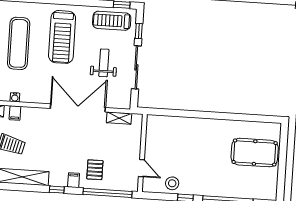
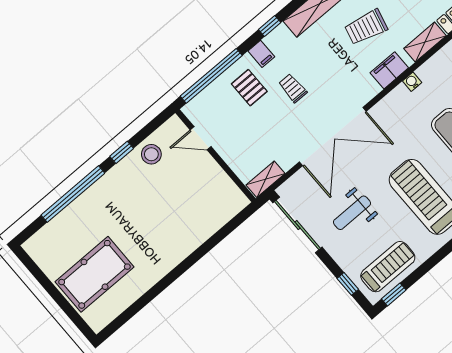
weight bench: (104, 63) -> (352, 213), turned 90
sliding door: (136, 67) -> (298, 225), moved
filing cabinet: (15, 113) -> (389, 70), width x2.00
shelving: (119, 118) -> (265, 179), moved
trolley: (74, 149) -> (293, 88), added

